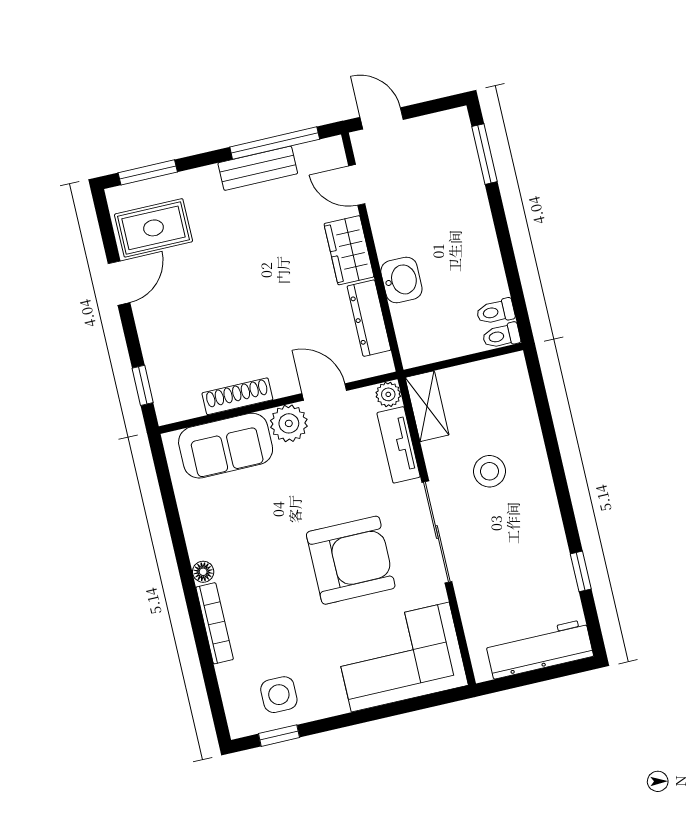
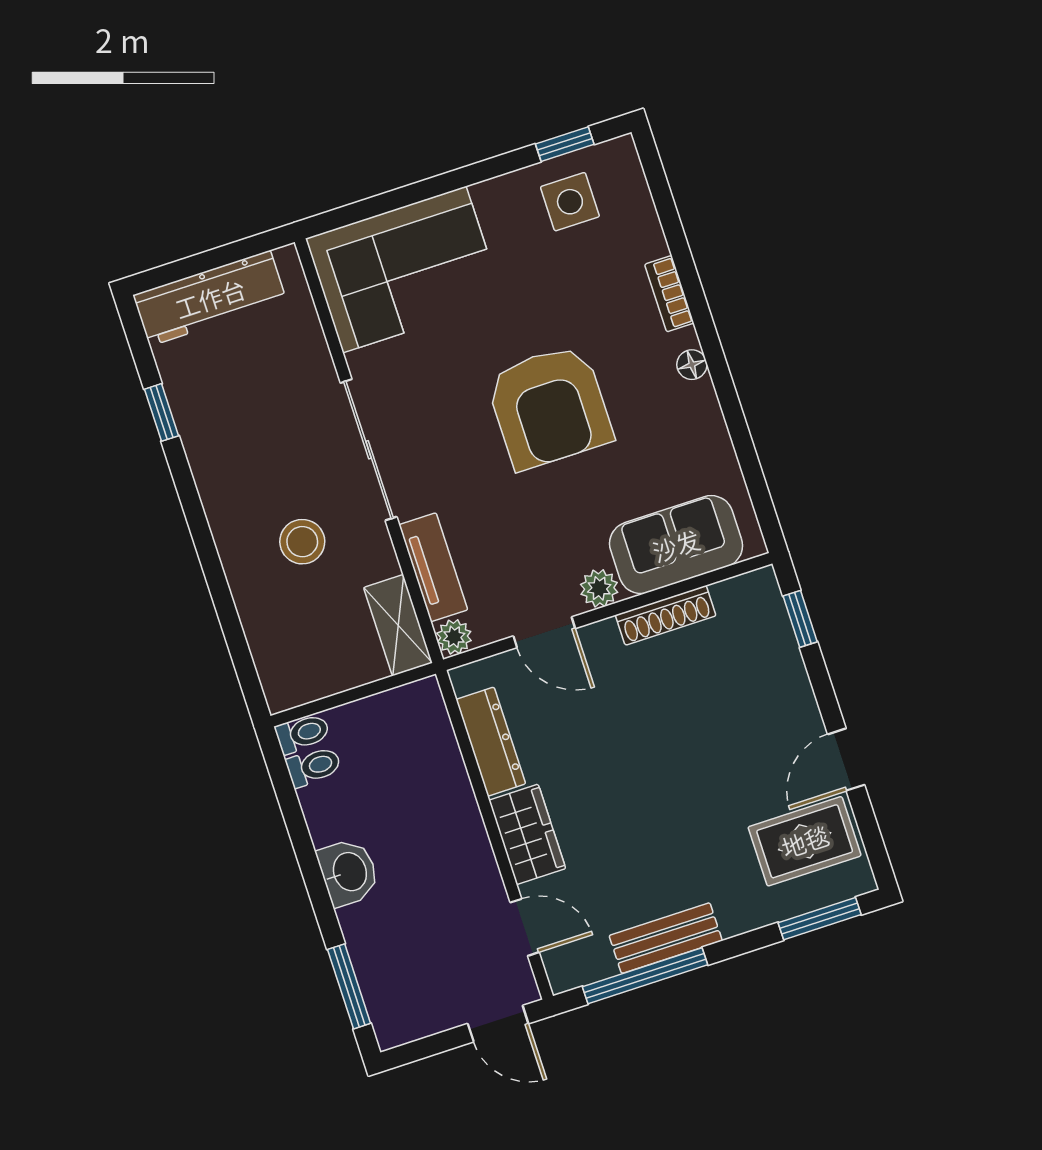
washbasin: (401, 280) -> (348, 872), moved, turned 180
plant: (289, 423) -> (599, 588), width x0.73, depth x0.73
armchair: (351, 560) -> (549, 407), moved, turned -90
bookcase: (215, 623) -> (669, 294), width x0.64

